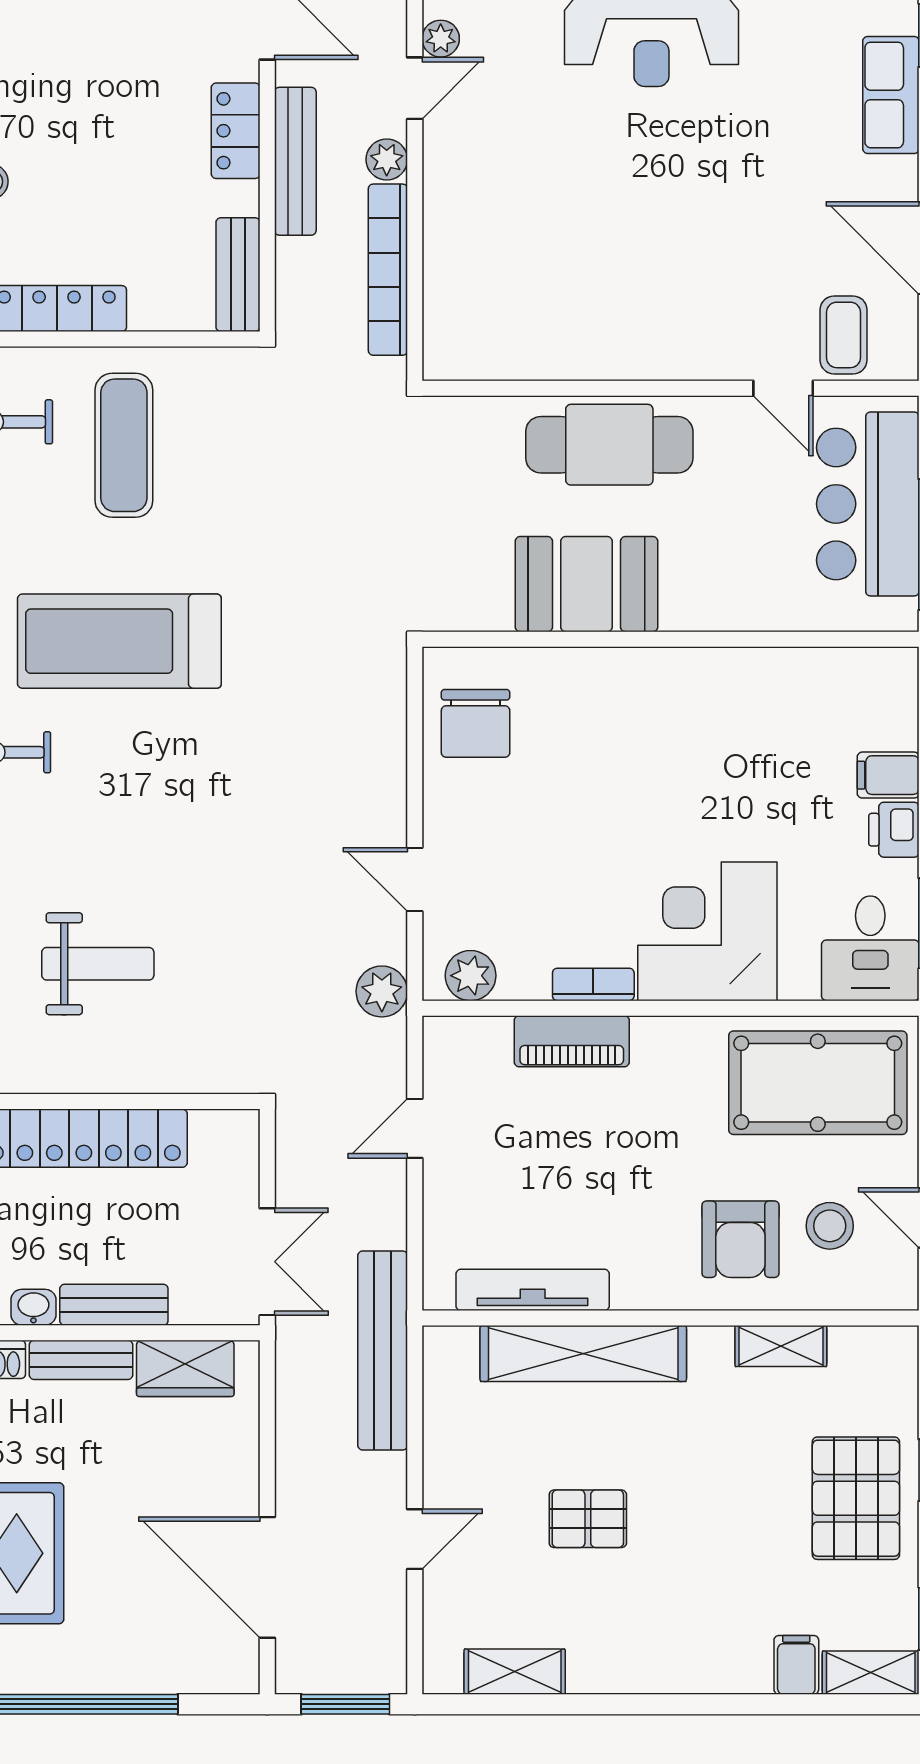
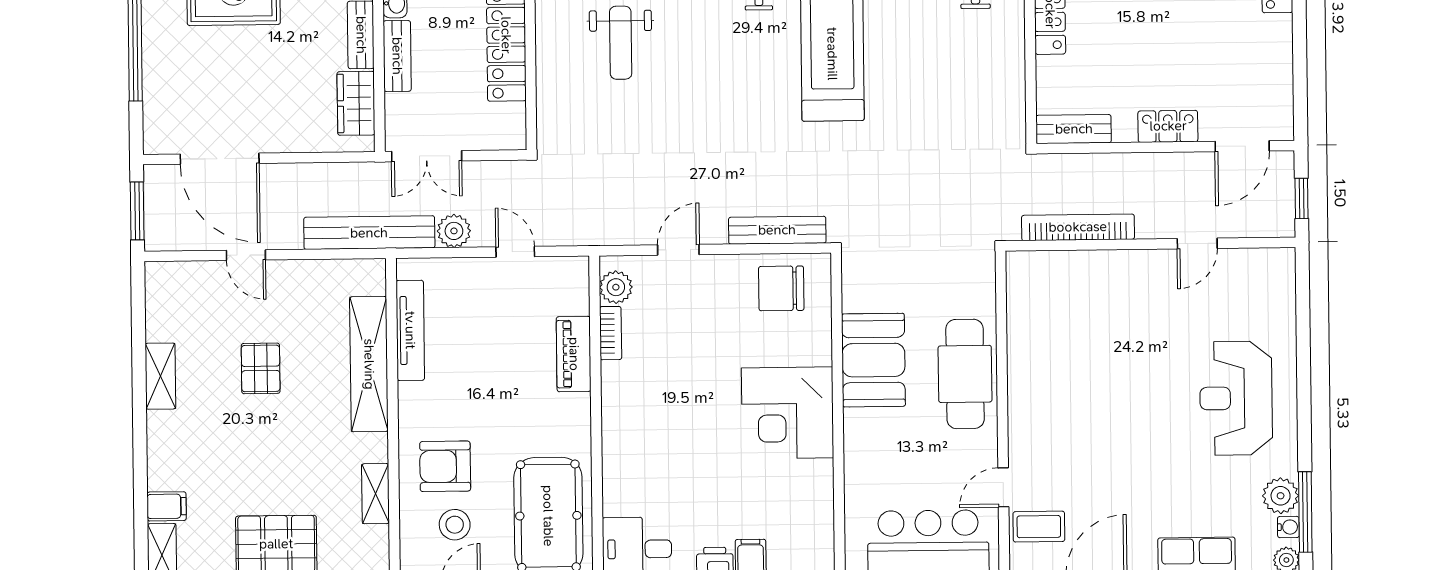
plant: (441, 39) -> (1230, 260), removed
door: (415, 88) -> (1197, 243), hinge flipped
plant: (387, 159) -> (1150, 226), removed
bench: (295, 161) -> (777, 230), moved
exercise mat: (124, 445) -> (961, 56), removed
corner desk: (707, 931) -> (788, 413), moved, turned 180
bookcase: (593, 984) -> (611, 333), moved
plant: (382, 991) -> (454, 231), moved
door: (267, 1577) -> (220, 159), swing flipped
shelving: (515, 1672) -> (160, 376), moved

